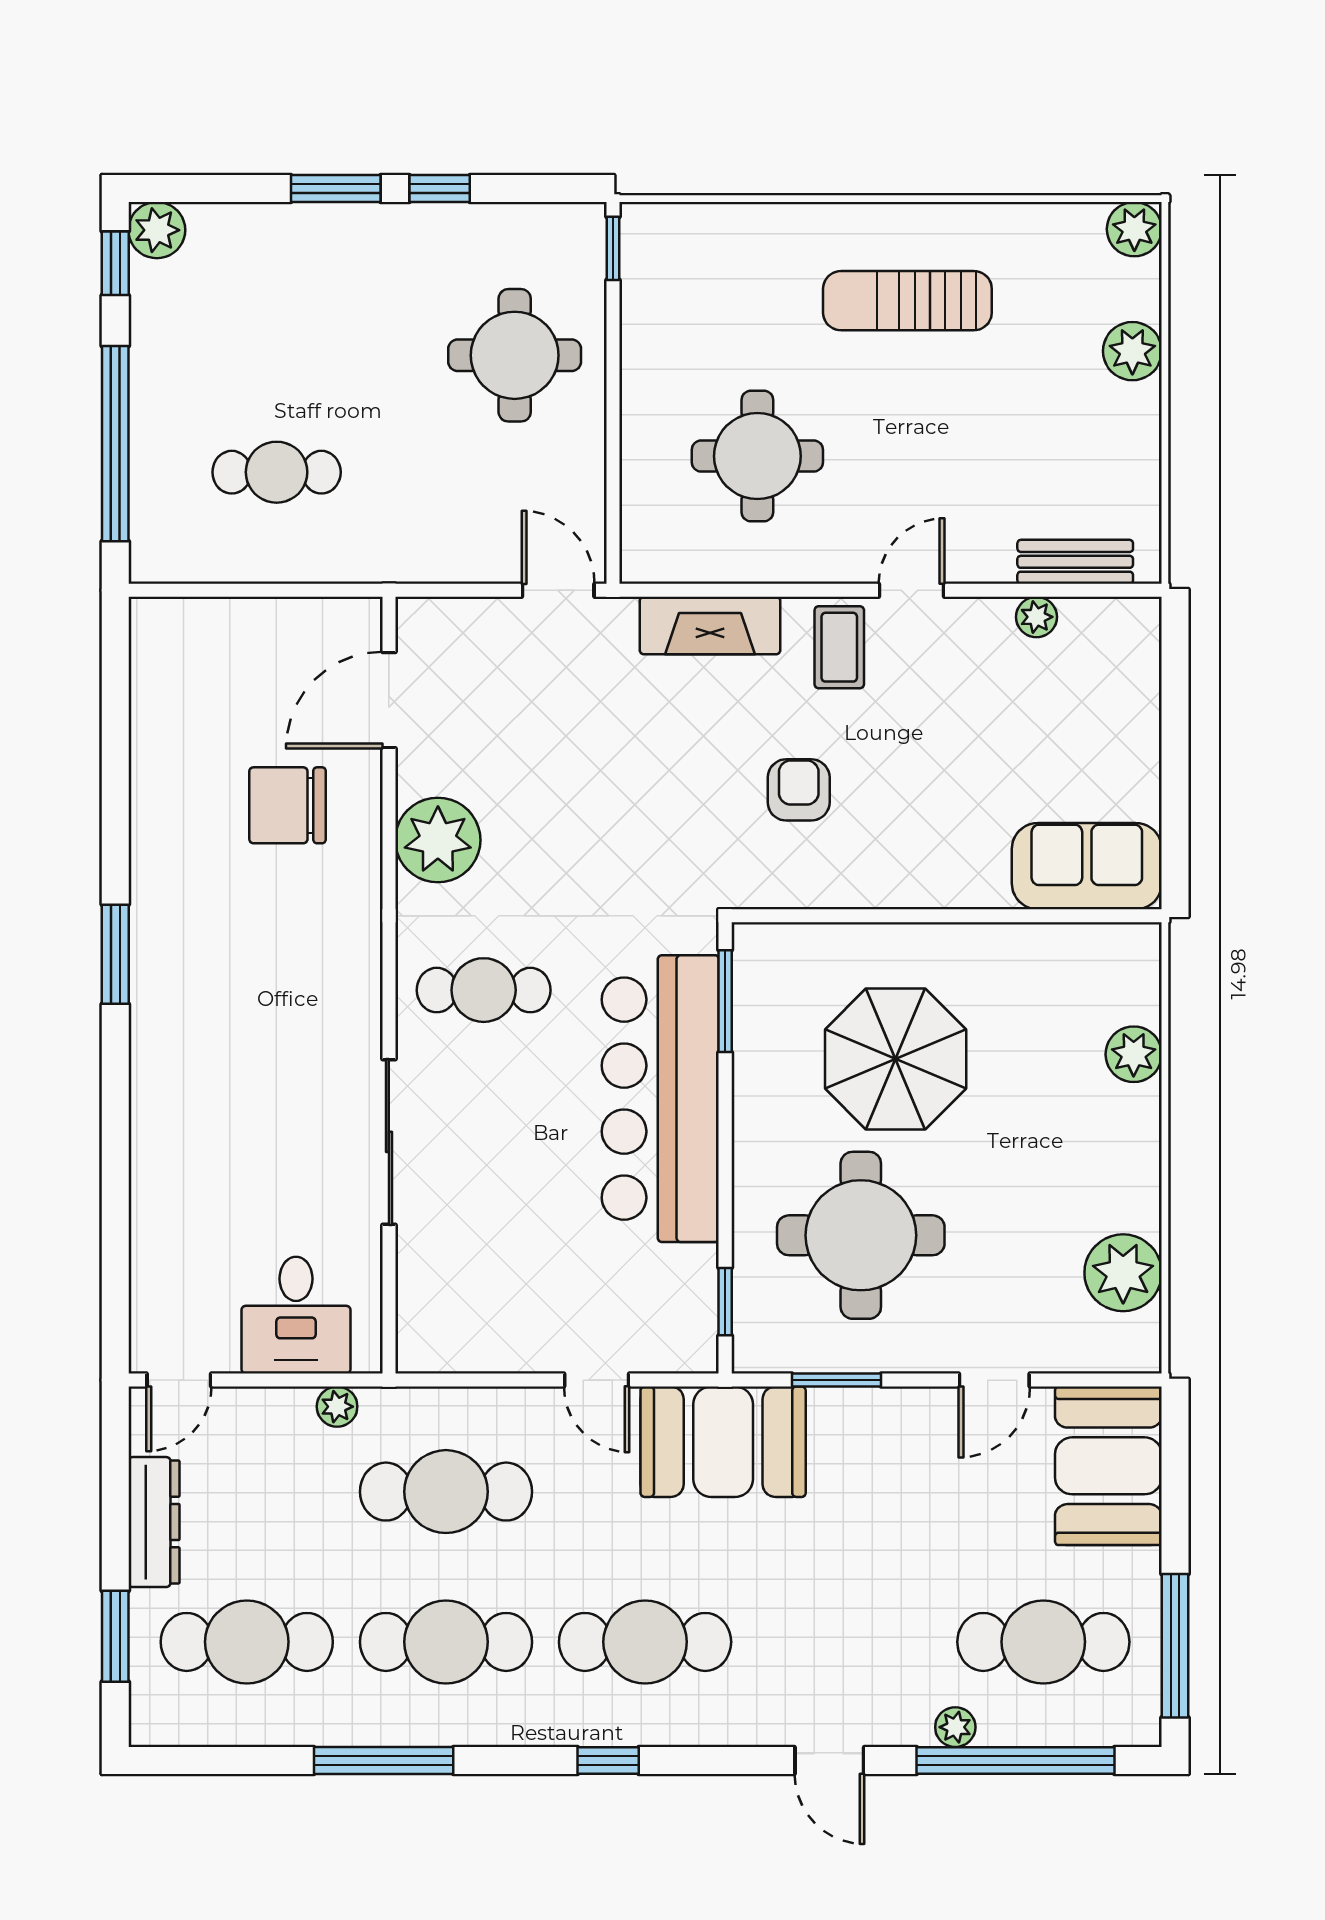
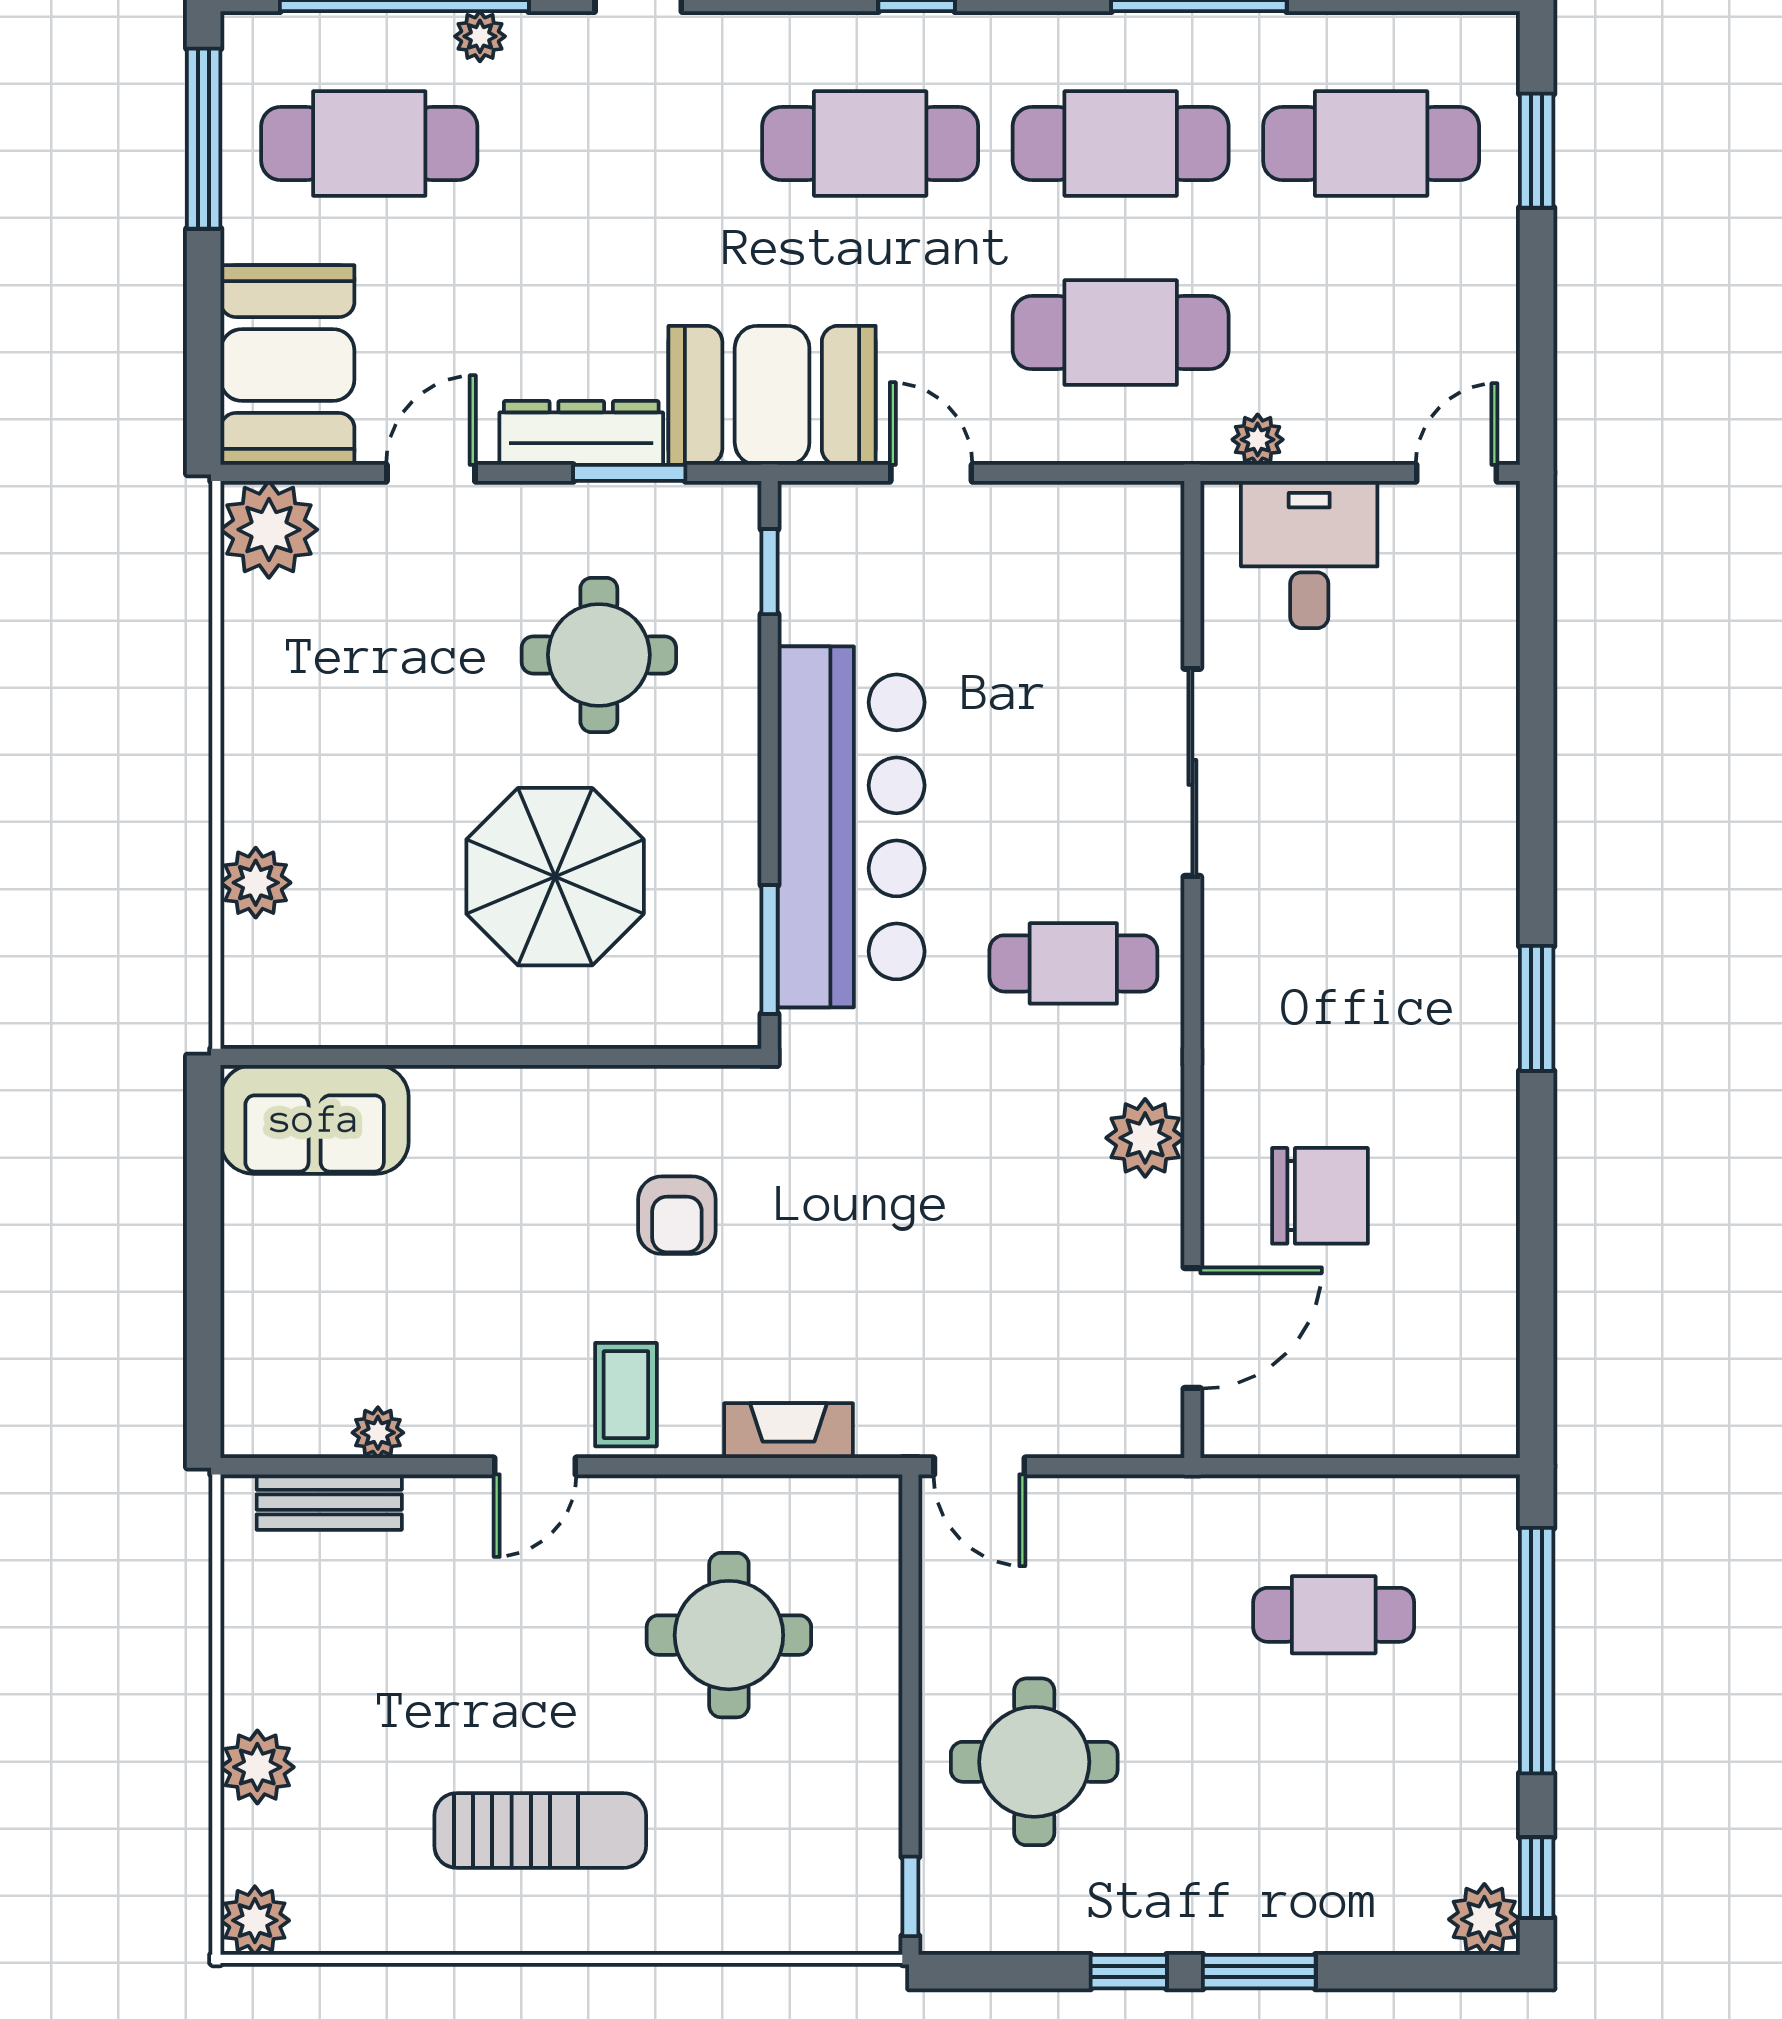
fireplace: (710, 626) -> (788, 1431), width x0.73, depth x0.76
plant: (438, 840) -> (1145, 1138), width x0.73, depth x0.73
round table: (861, 1235) -> (599, 655), width x0.73, depth x0.73
plant: (1123, 1273) -> (269, 530), moved
dresser: (154, 1522) -> (581, 433), moved, turned 90

